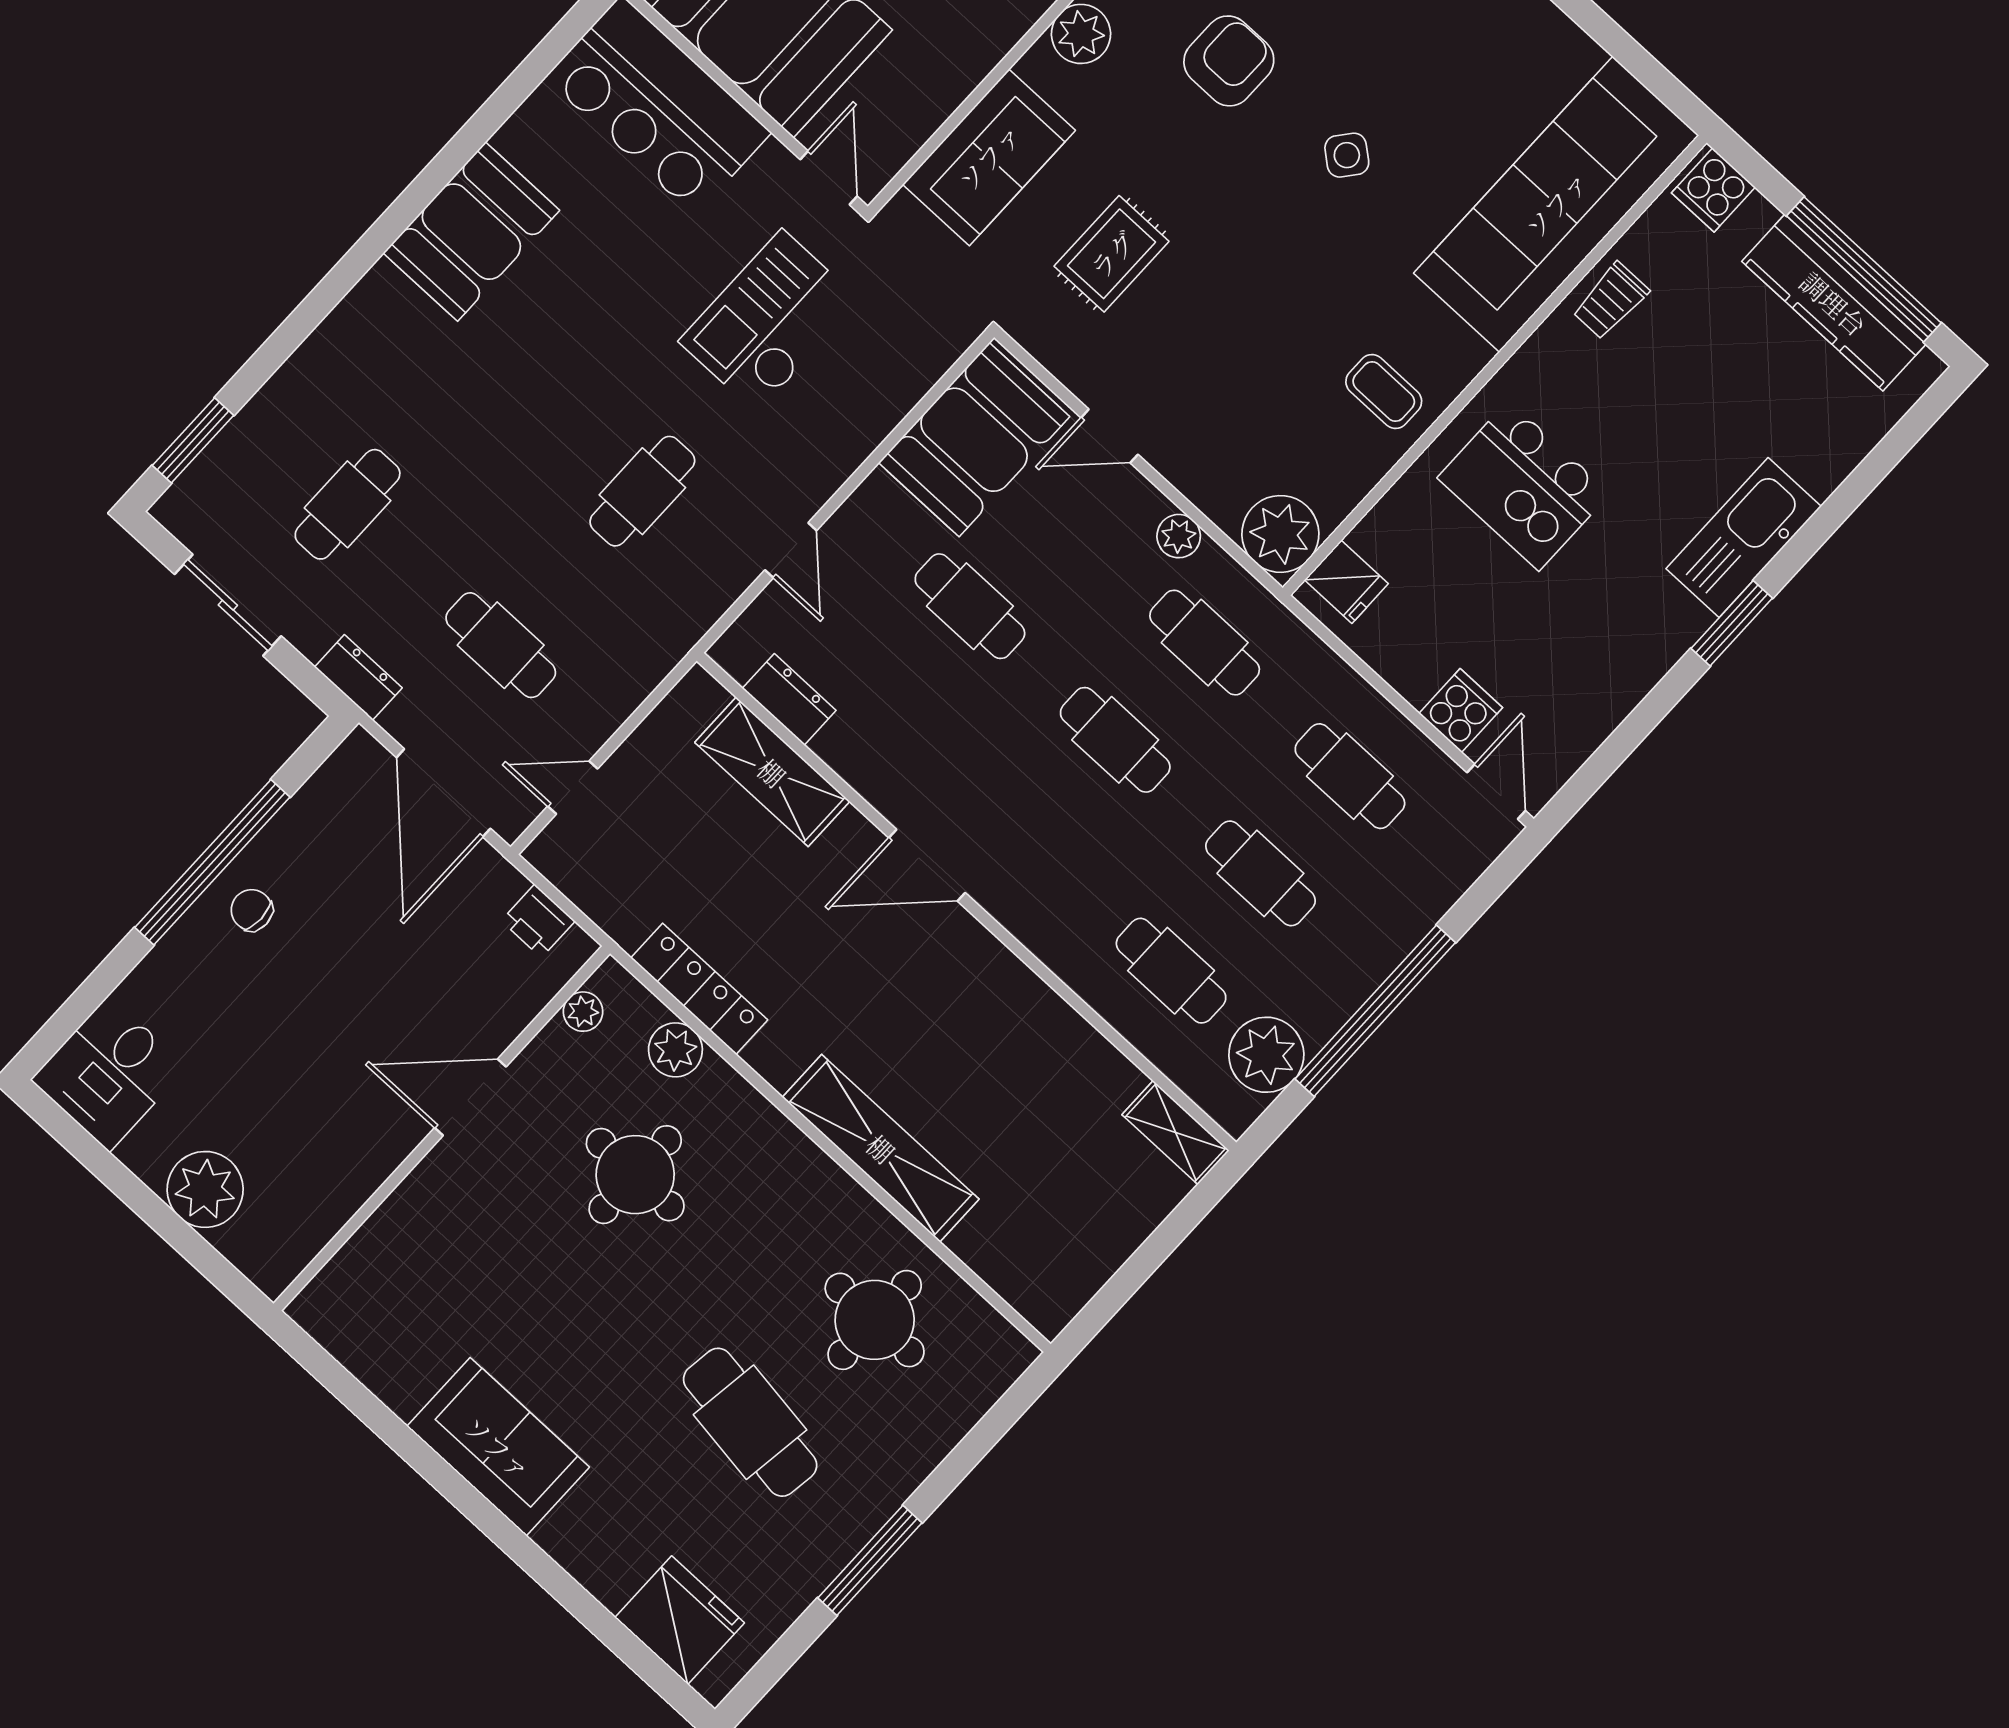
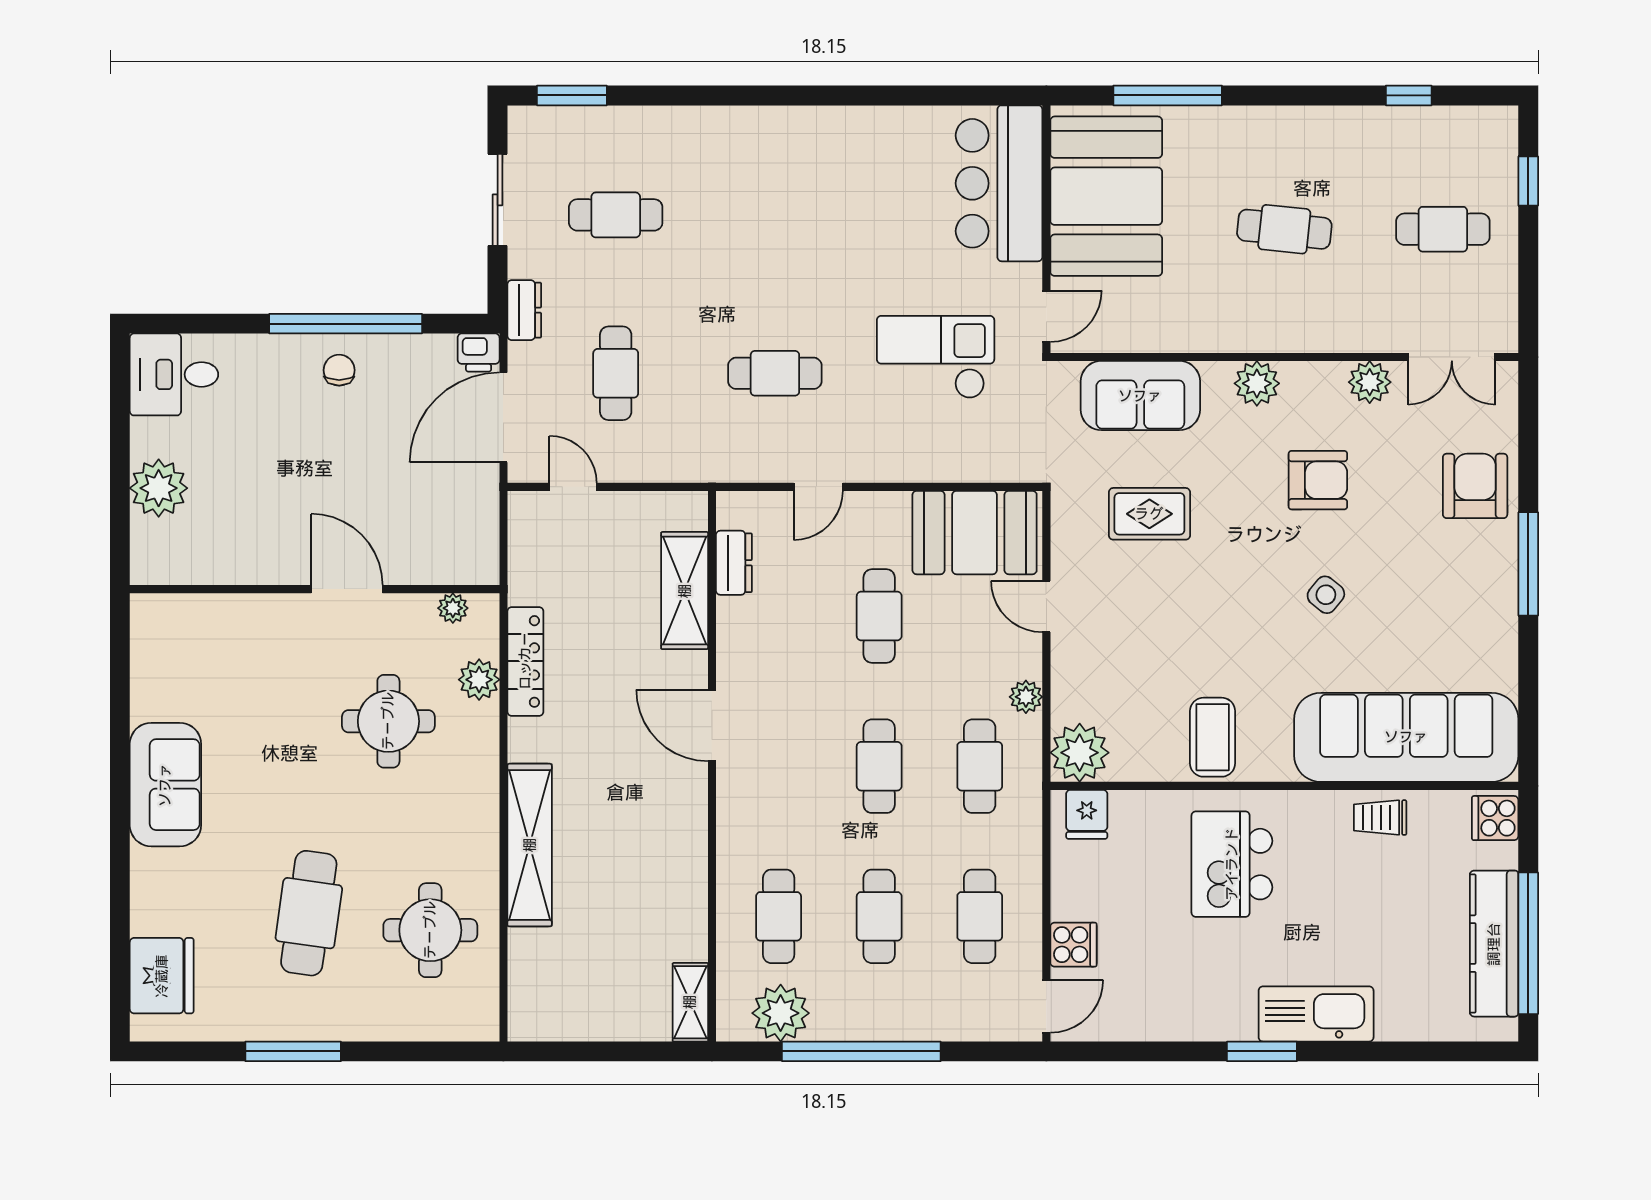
booth: (471, 232) -> (832, 144), removed
coffee table: (1384, 392) -> (1213, 737), width x1.36, depth x1.30
printer: (538, 921) -> (479, 353), moved, turned -90

